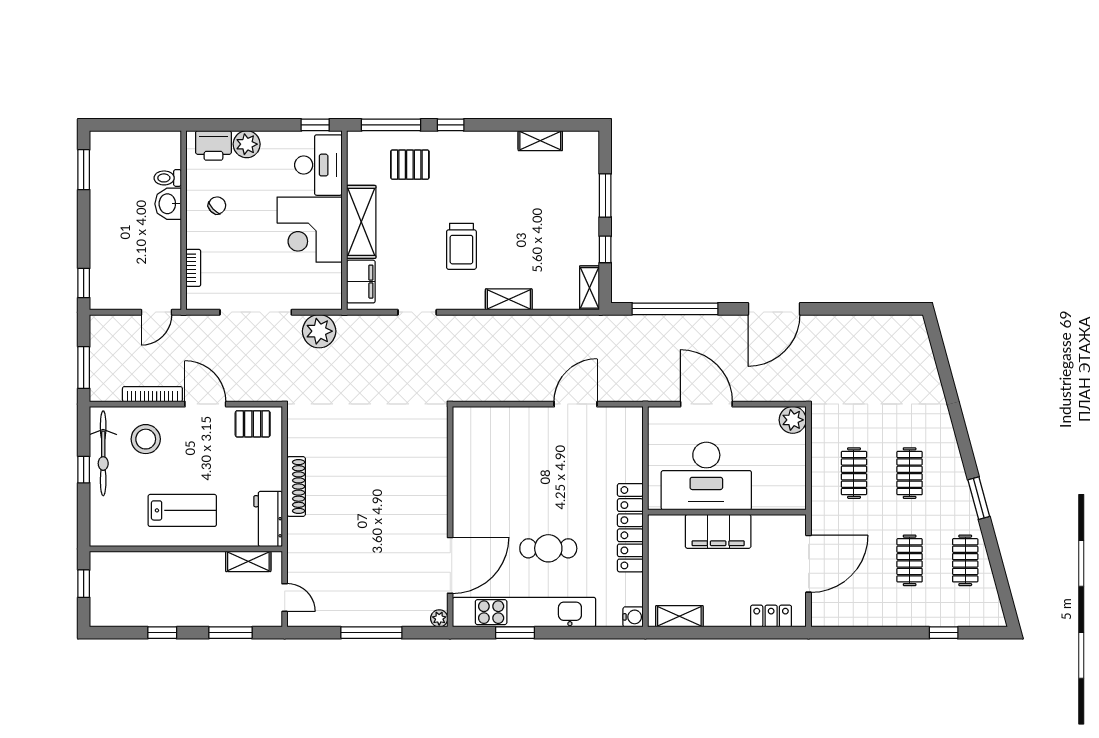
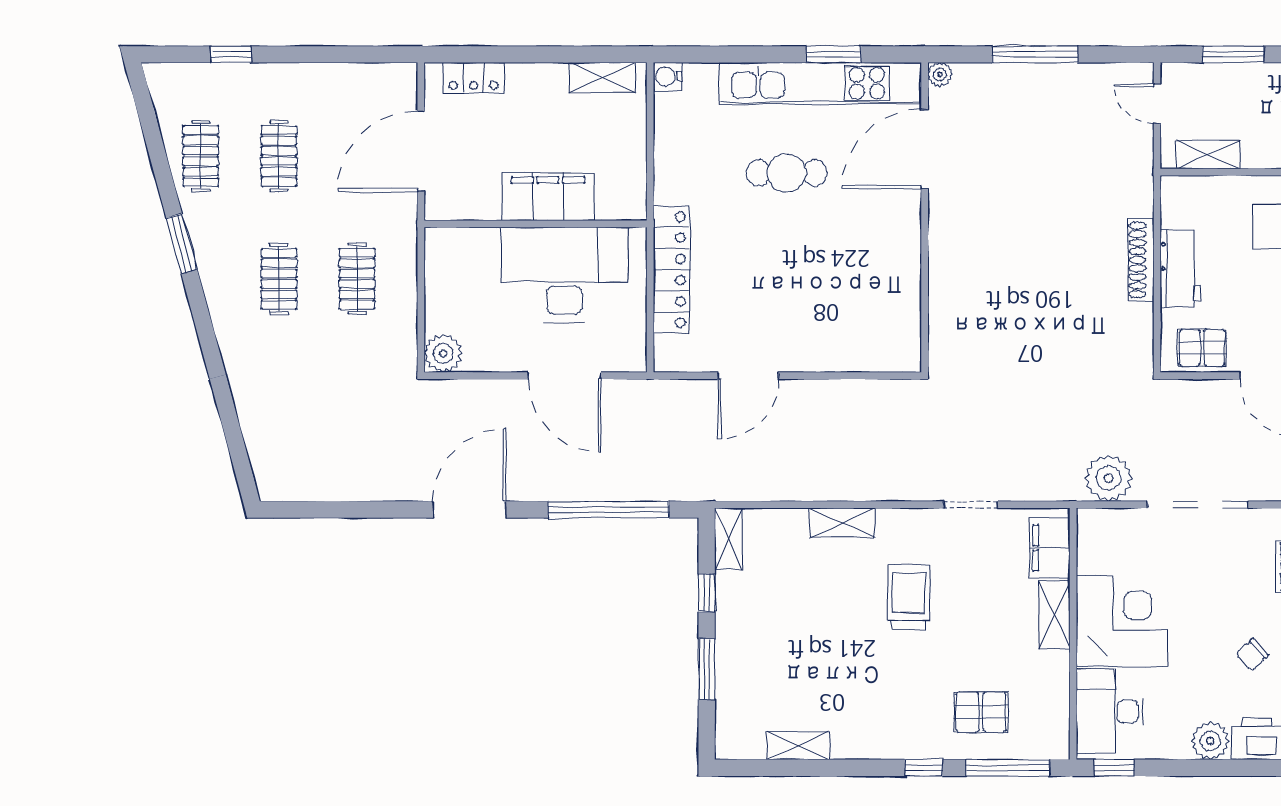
shelving: (361, 222) -> (1054, 615), width x0.67, depth x0.75
workbench: (268, 519) -> (1180, 268), moved
locker: (630, 528) -> (671, 270), moved

